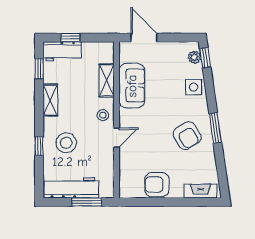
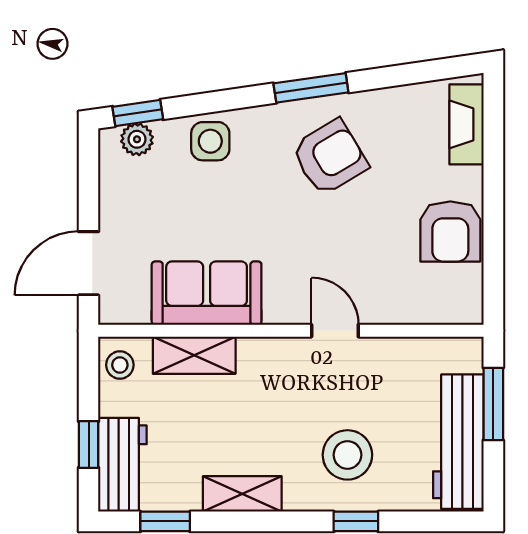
stool: (103, 115) -> (120, 365), moved

